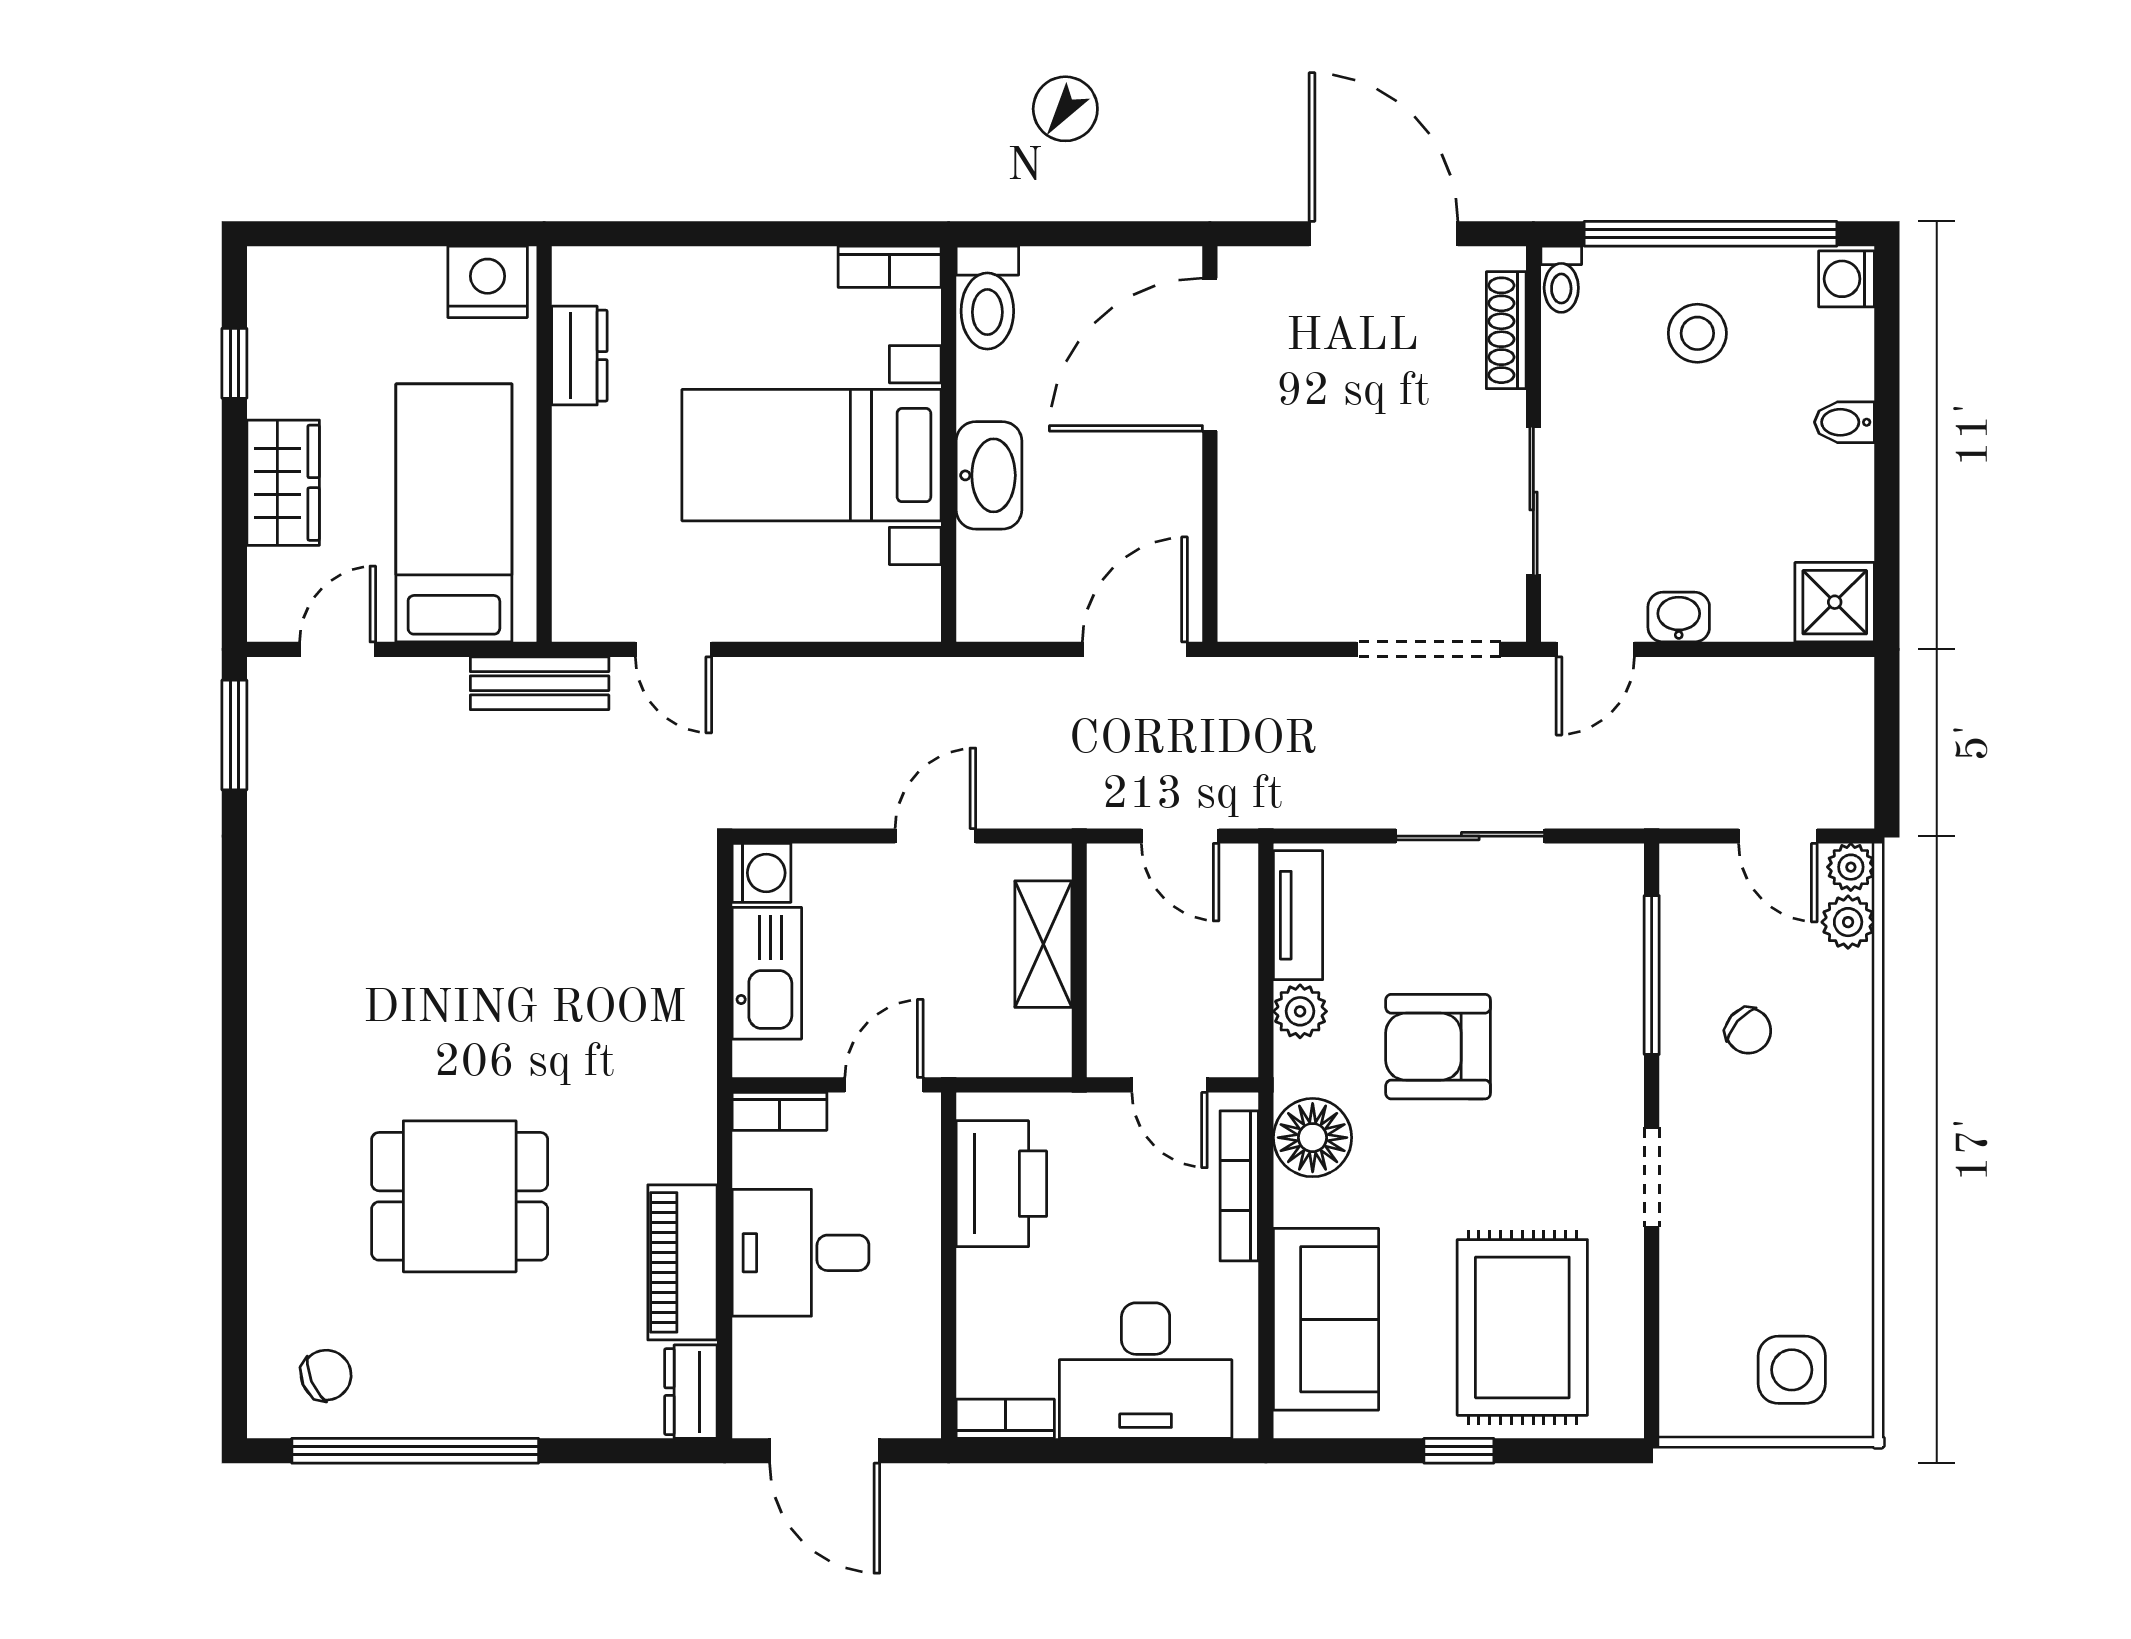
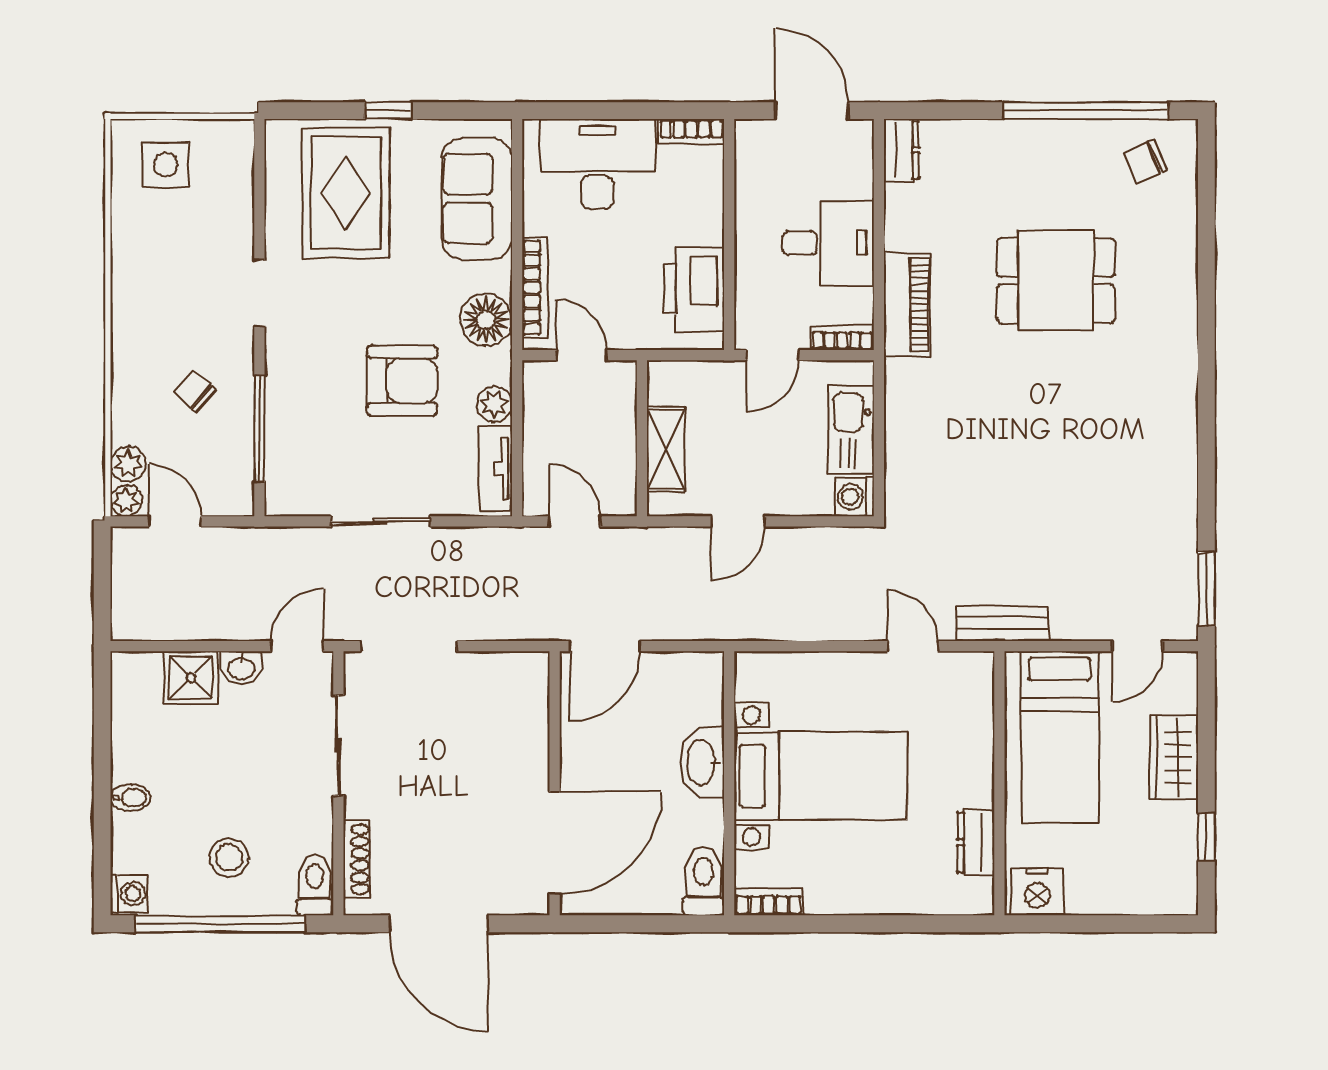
toilet: (1561, 279) -> (315, 885), width x1.37, depth x1.39
shower: (1835, 602) -> (191, 678), moved
piano: (682, 1262) -> (907, 305), moved

